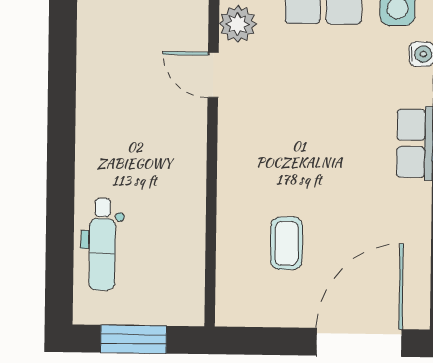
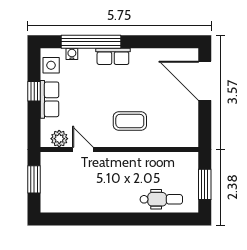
door: (213, 75) -> (83, 150), swing flipped
coffee table: (287, 243) -> (130, 121), moved, width x1.36, depth x1.30

